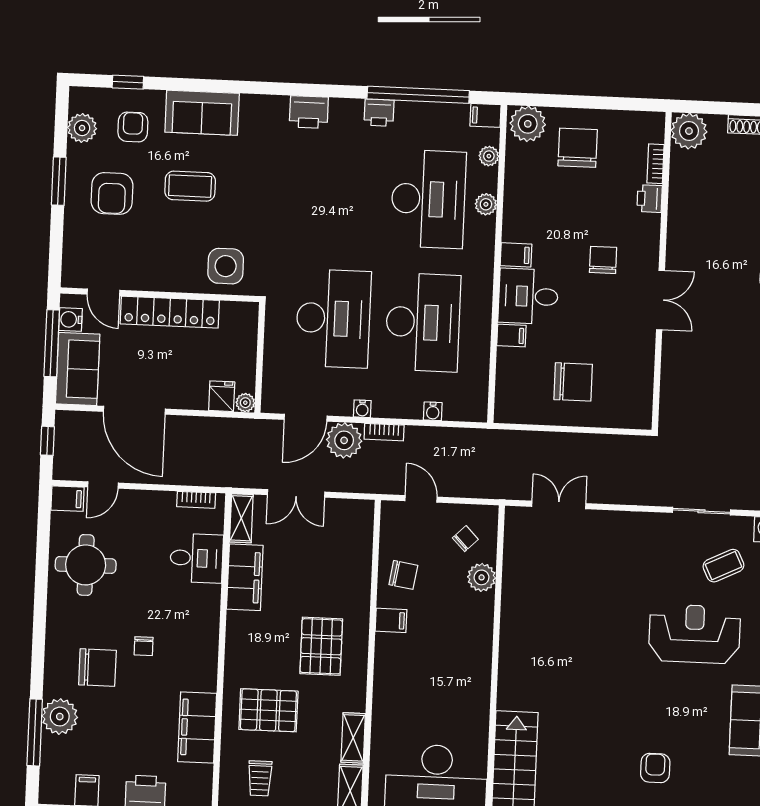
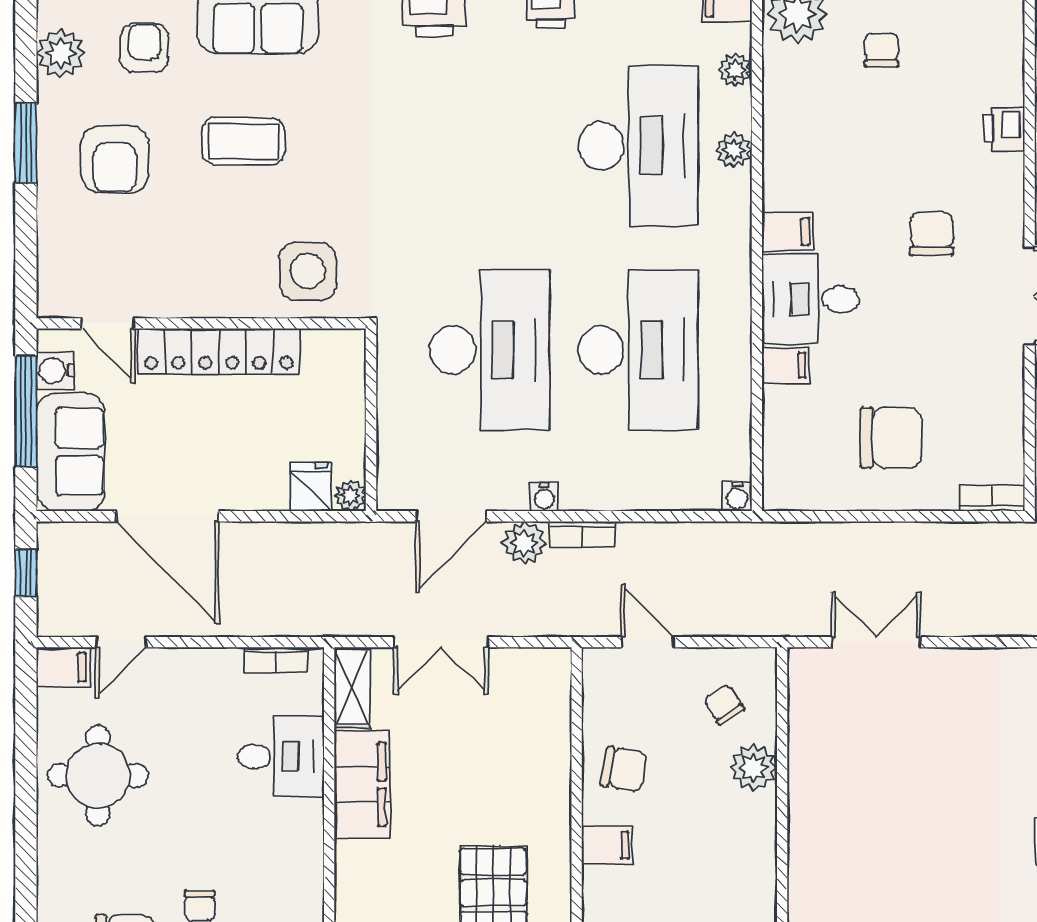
chair: (578, 148) -> (881, 50), width x0.54, depth x0.54
bookcase: (656, 164) -> (992, 498), moved, turned 90
water cooler: (433, 411) -> (737, 496), moved
plant: (344, 440) -> (524, 543), width x0.73, depth x0.73
chair: (465, 539) -> (724, 705), turned -79

